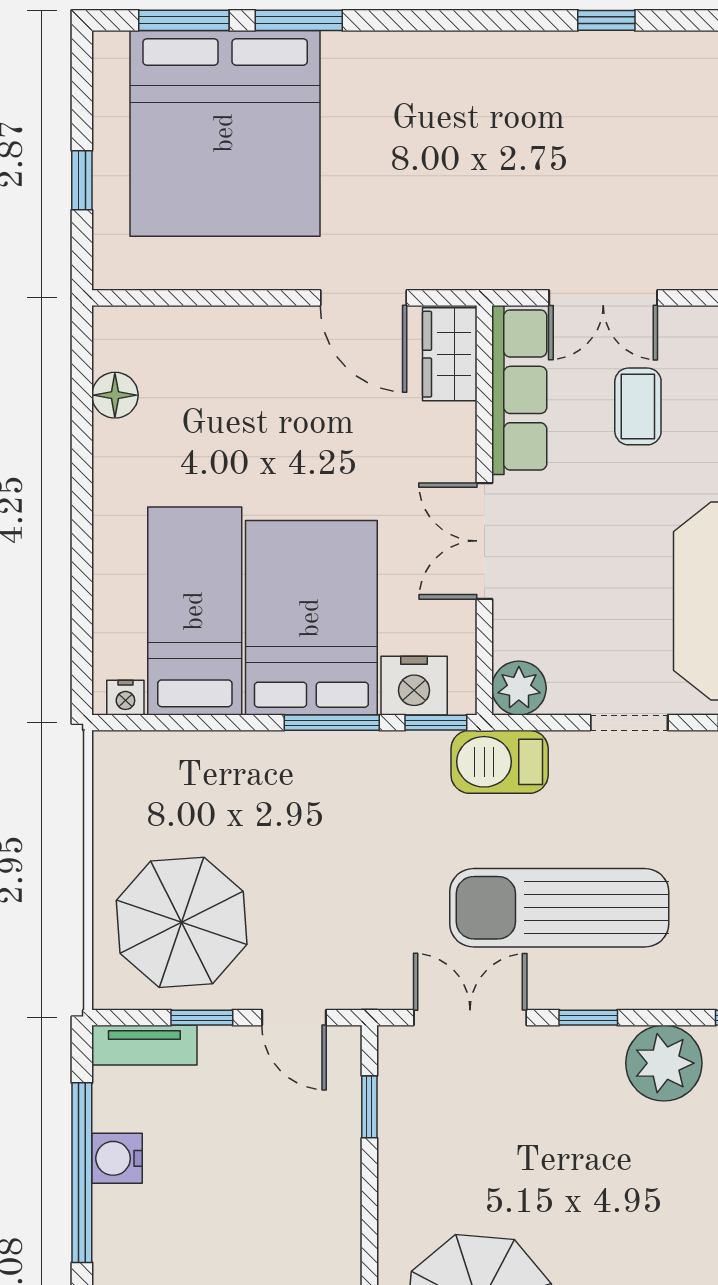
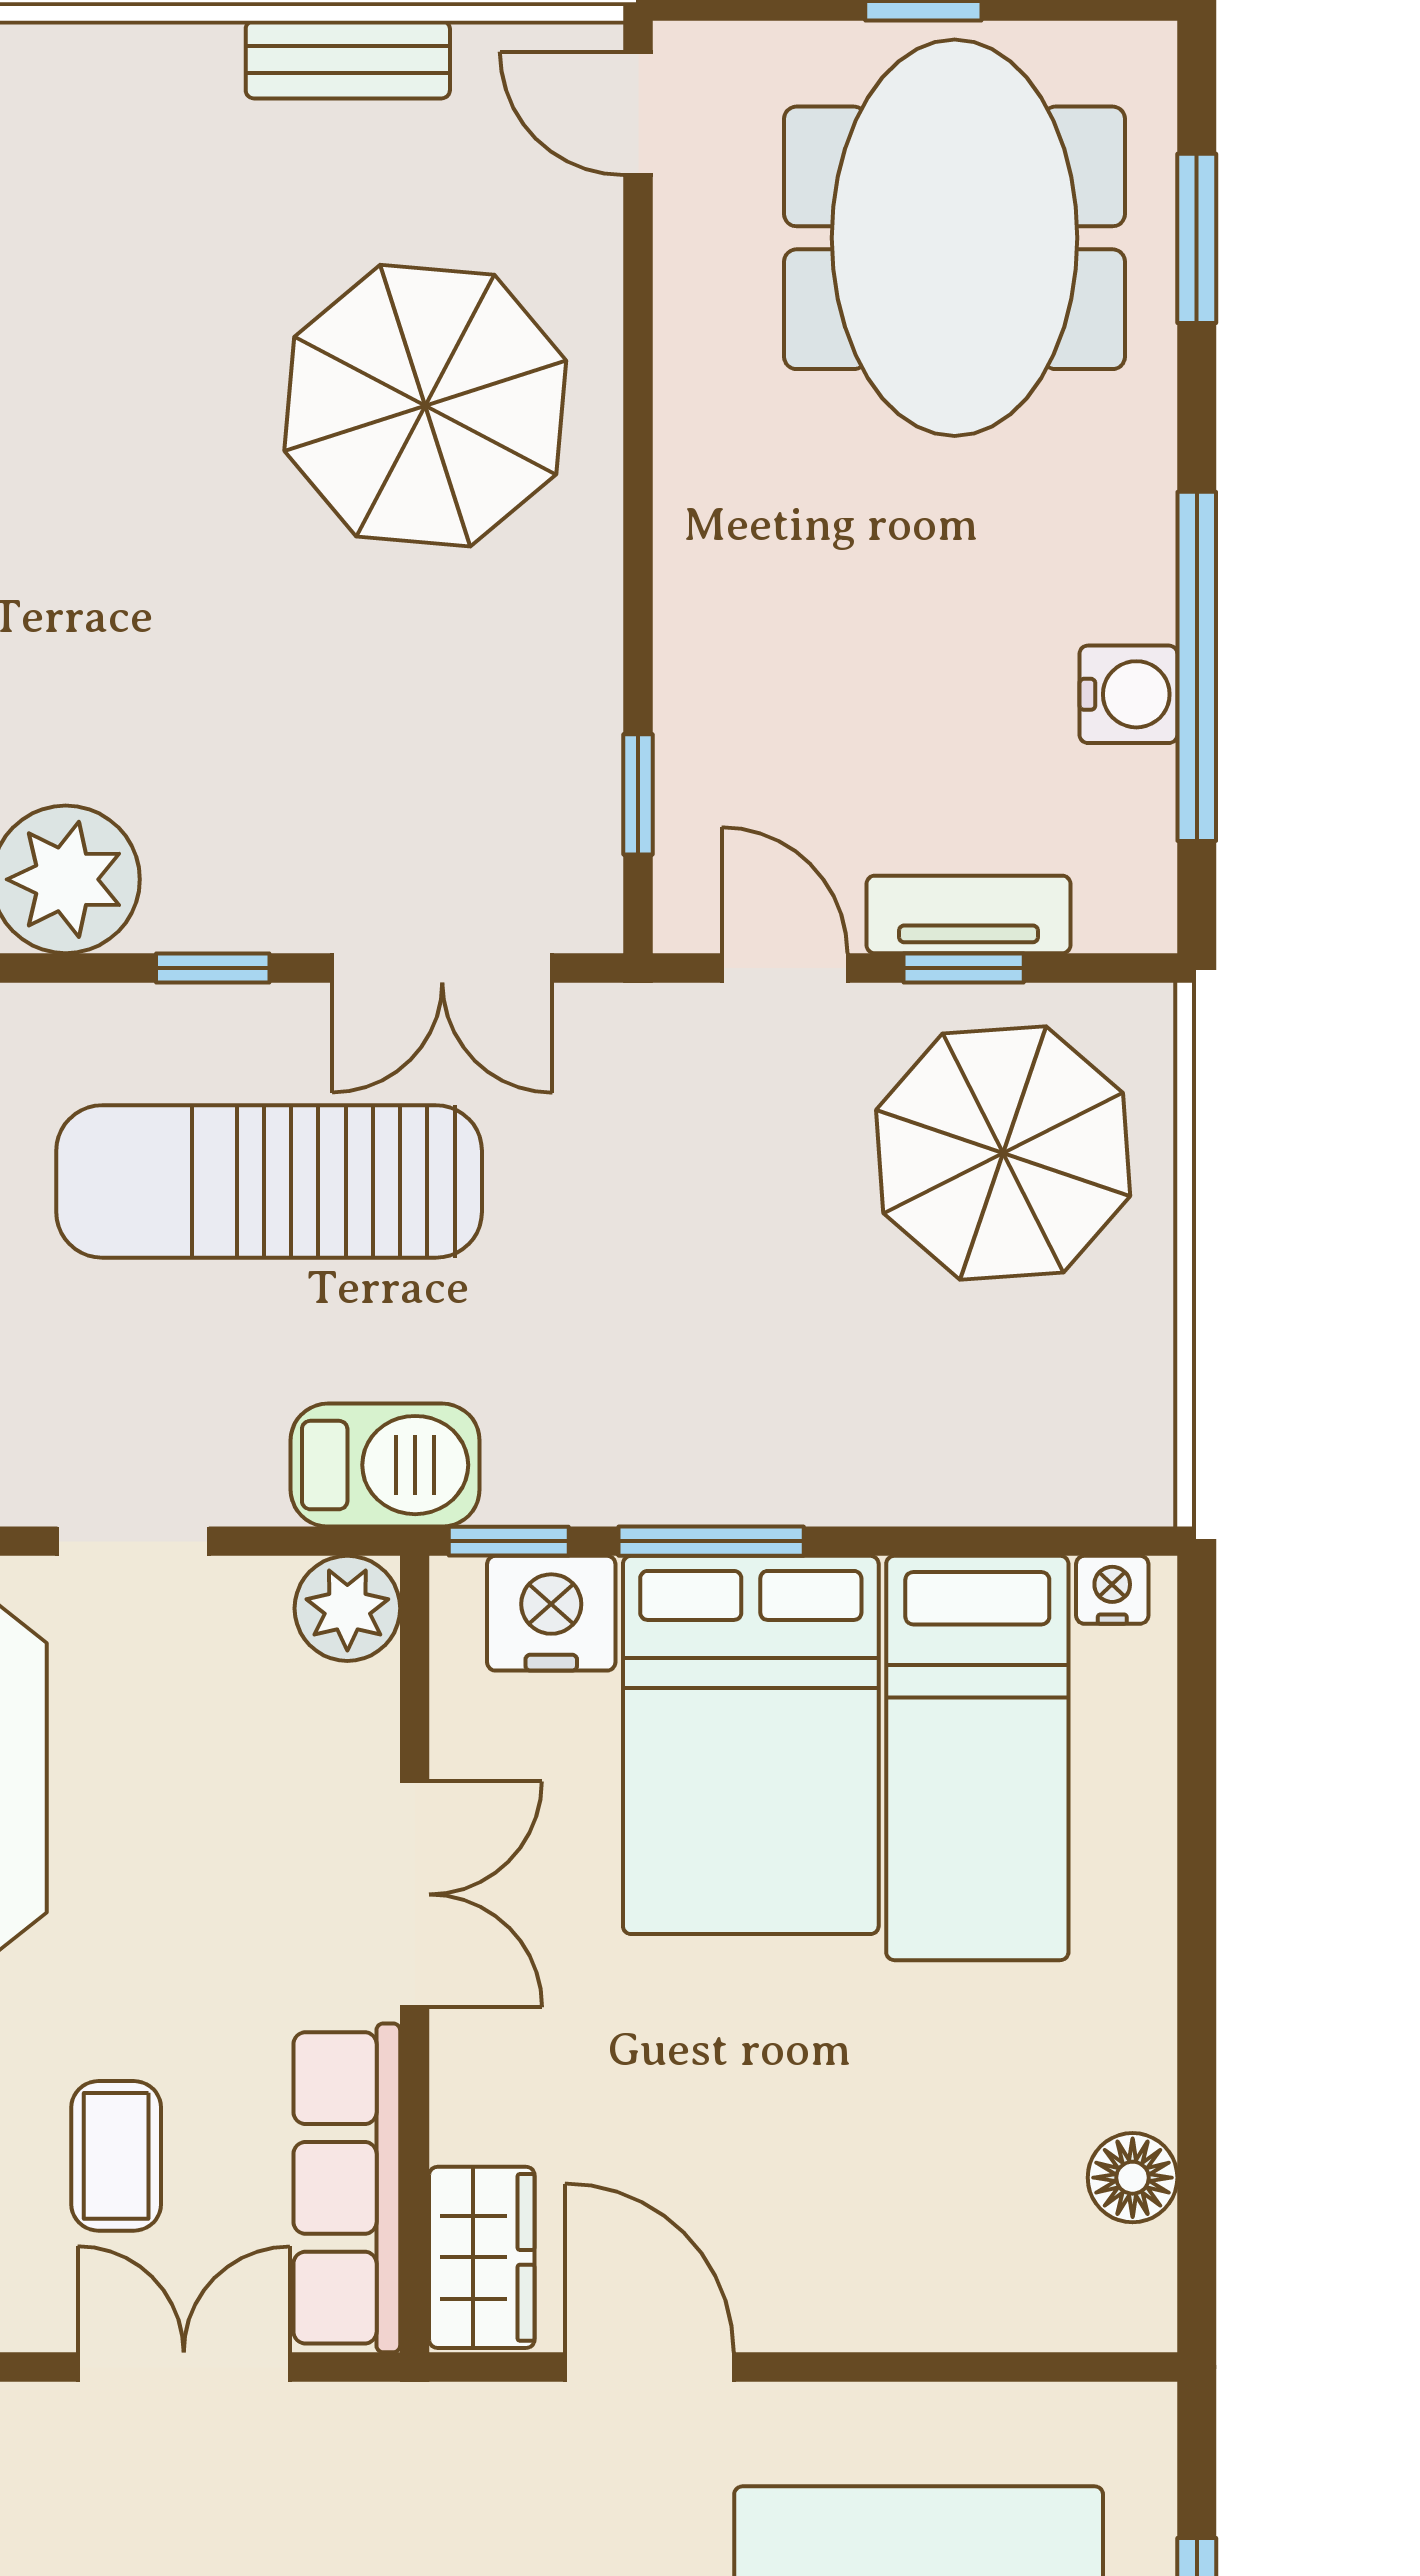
sun lounger: (559, 908) -> (269, 1181), turned 180
tv unit: (144, 1045) -> (969, 914), moved

